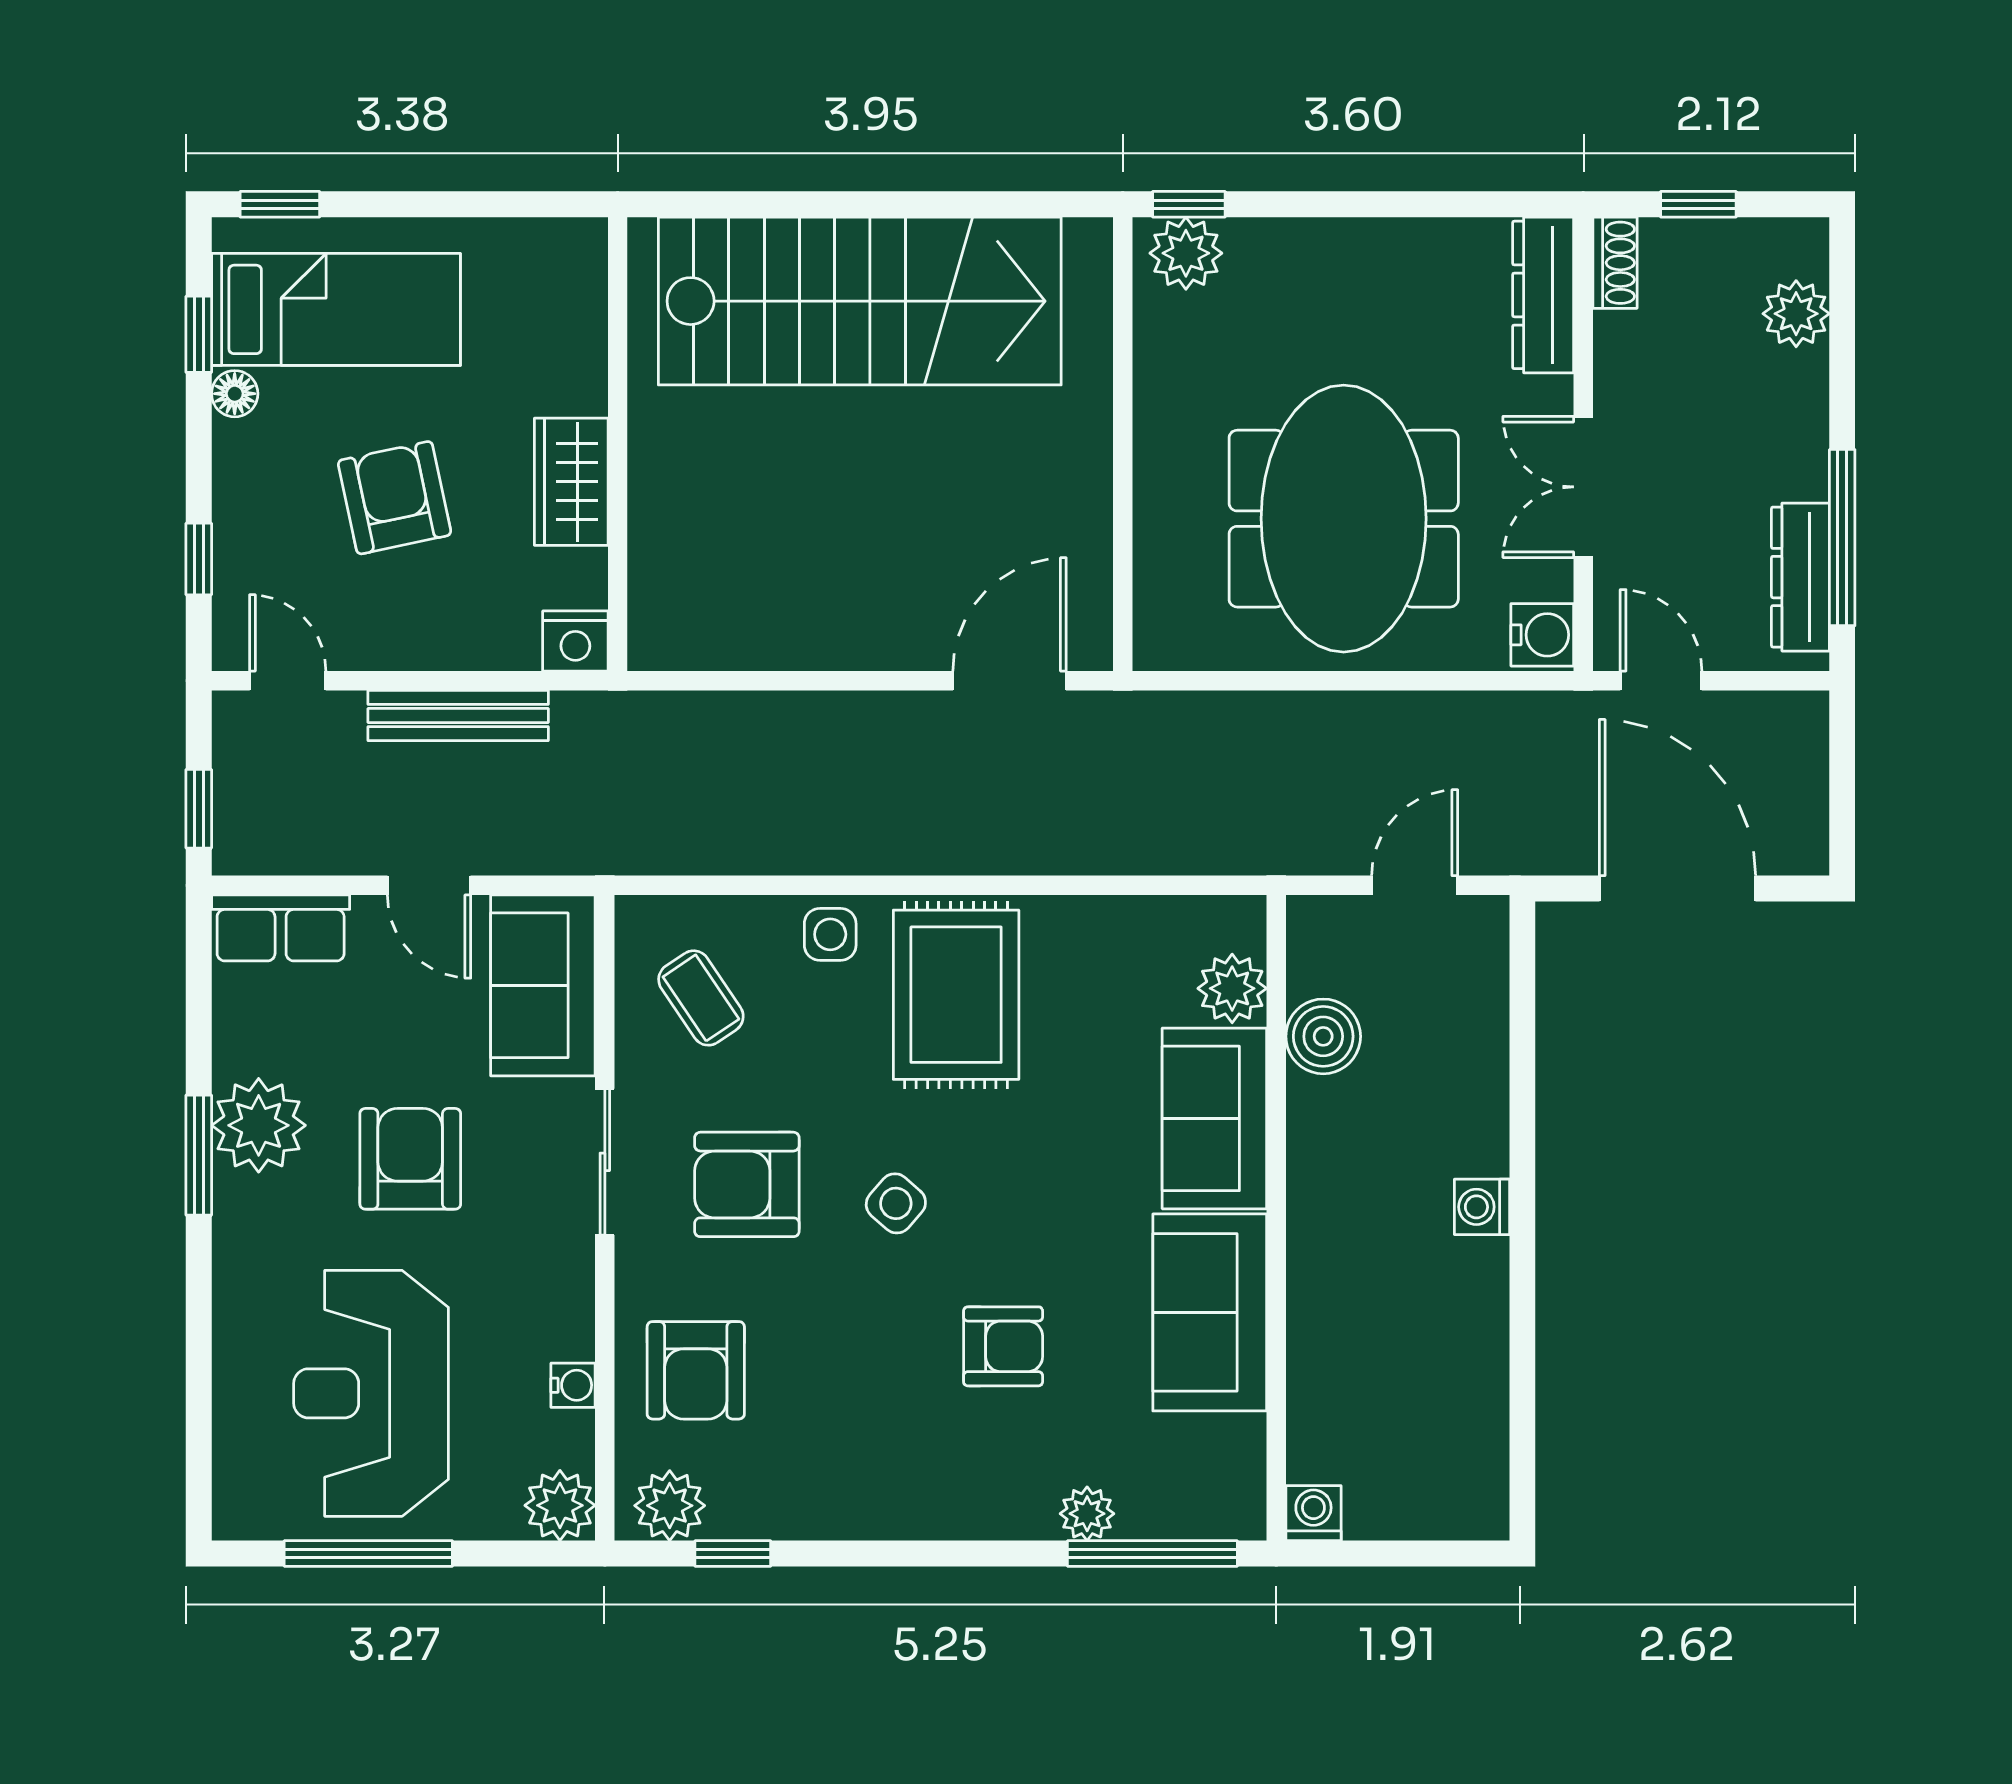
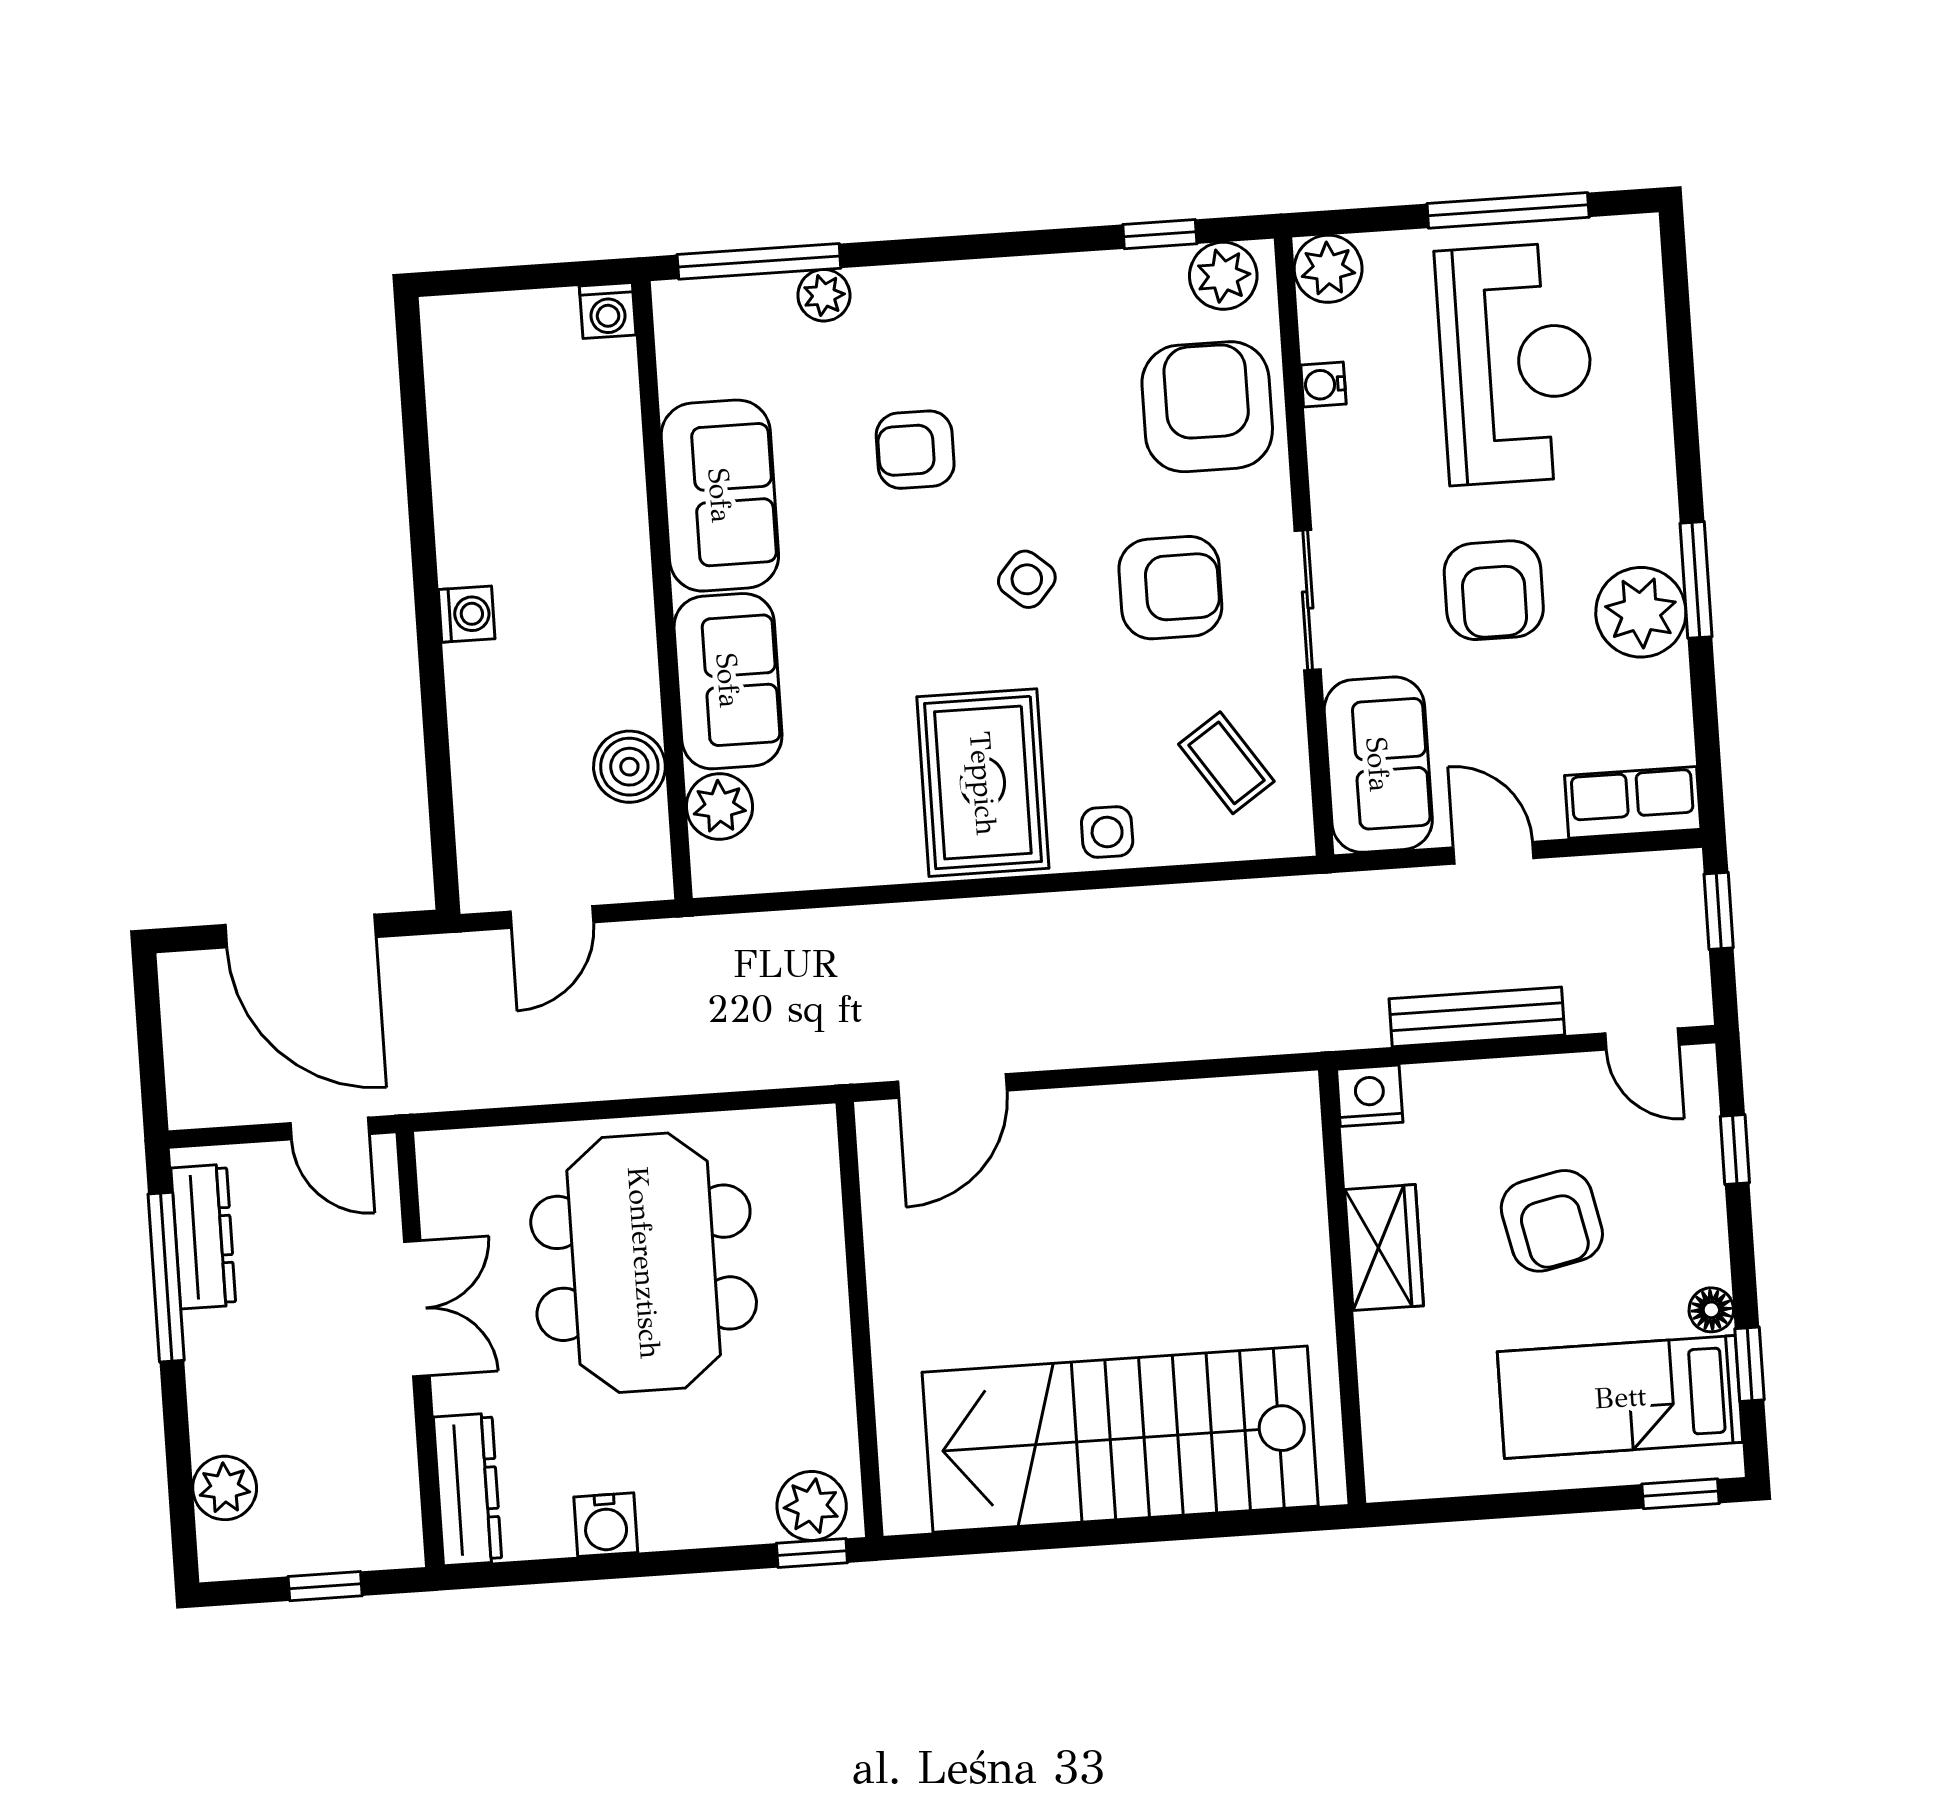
shoe rack: (1615, 263) -> (401, 1525), removed
water cooler: (1542, 635) -> (606, 1525), moved, turned -90
armchair: (696, 1370) -> (1207, 407), width x1.36, depth x1.36

